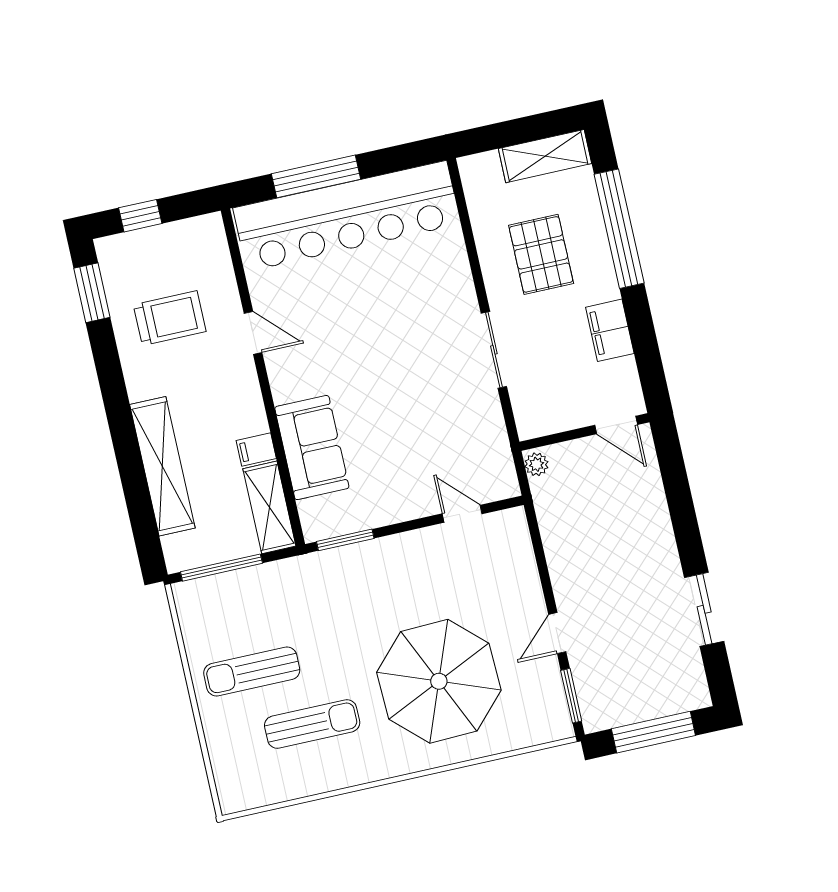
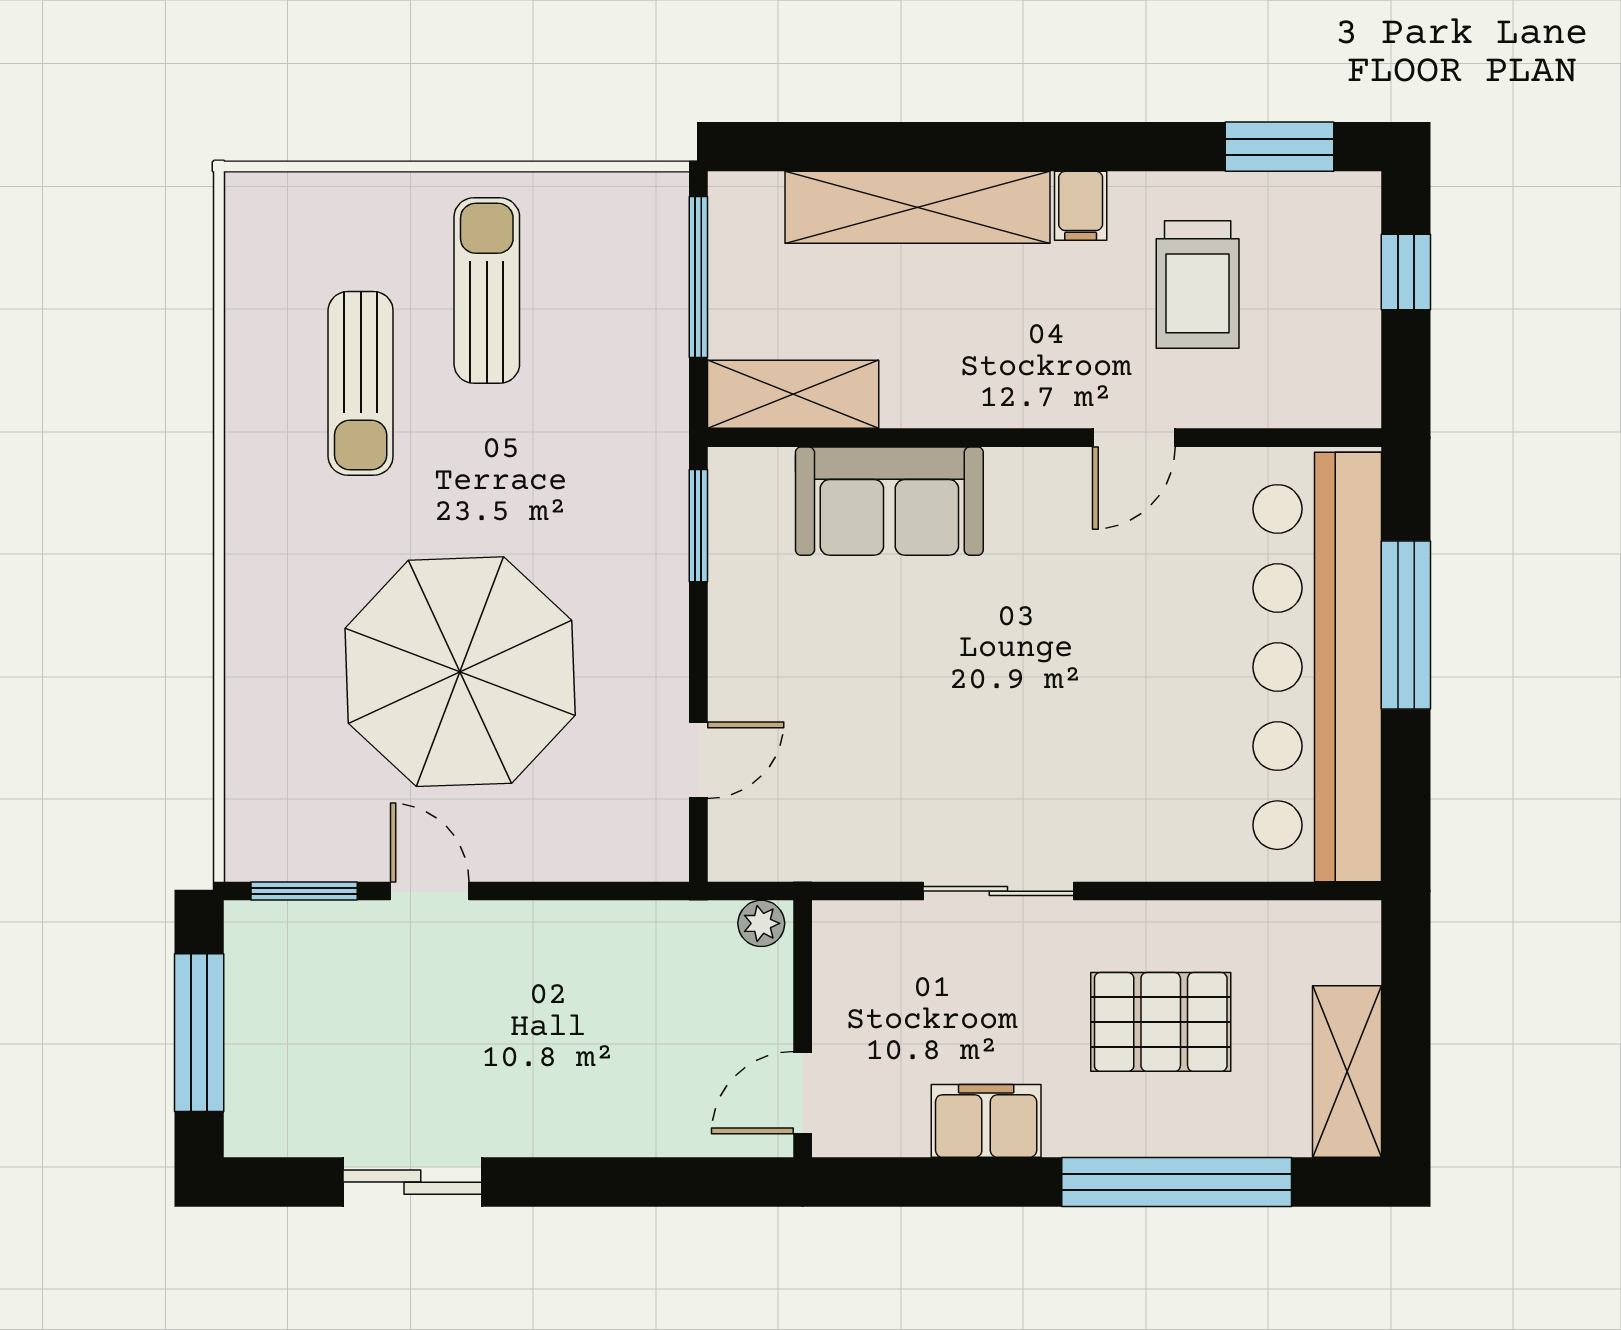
filing cabinet: (256, 449) -> (1081, 206), moved, turned 180
parasol: (439, 681) -> (460, 672), moved

